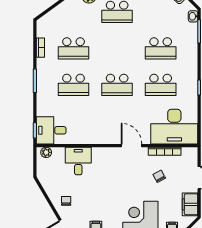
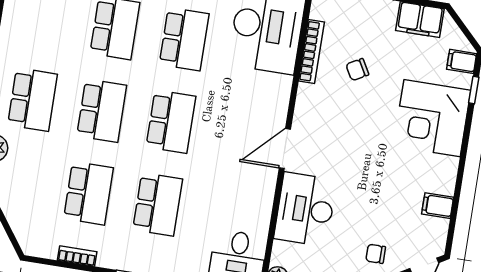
school desk: (117, 48) -> (102, 111), added
door: (131, 146) -> (285, 149), moved
desk: (78, 161) -> (305, 209), width x1.37

